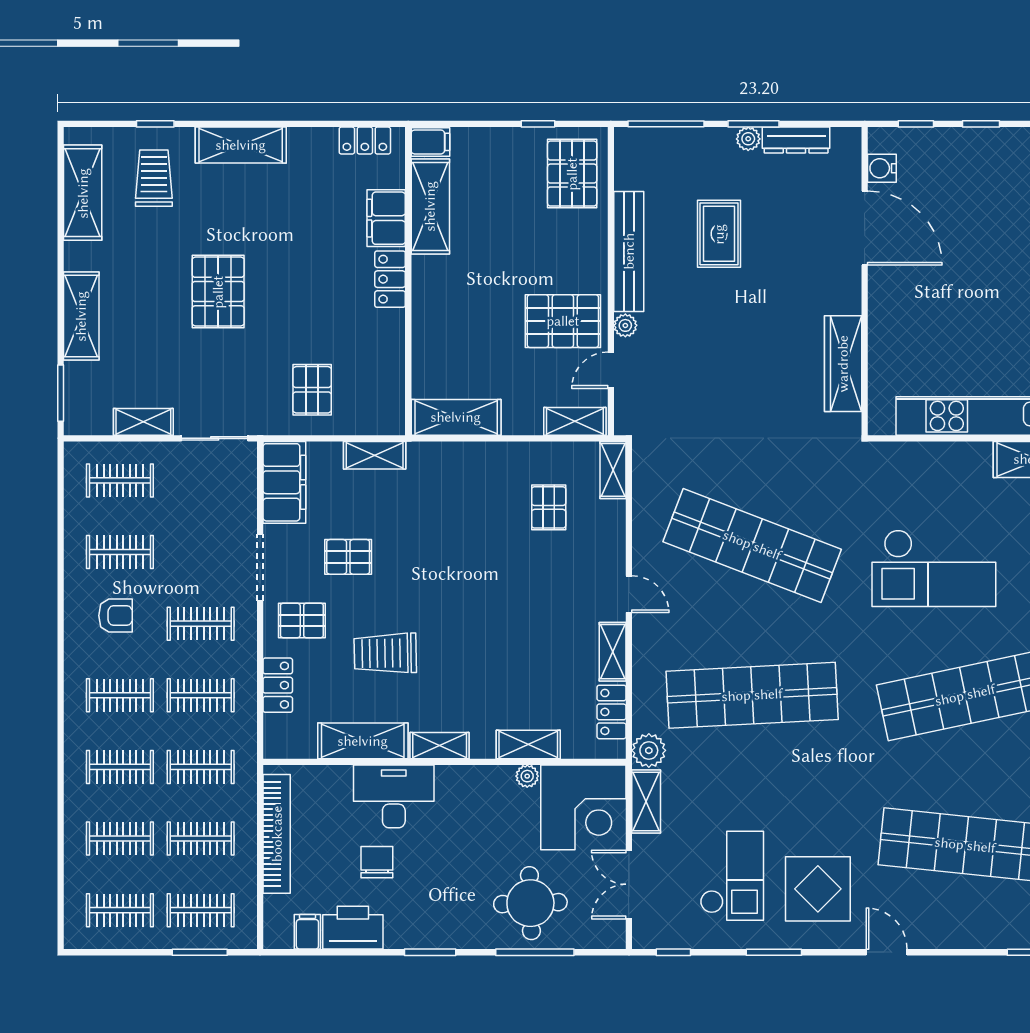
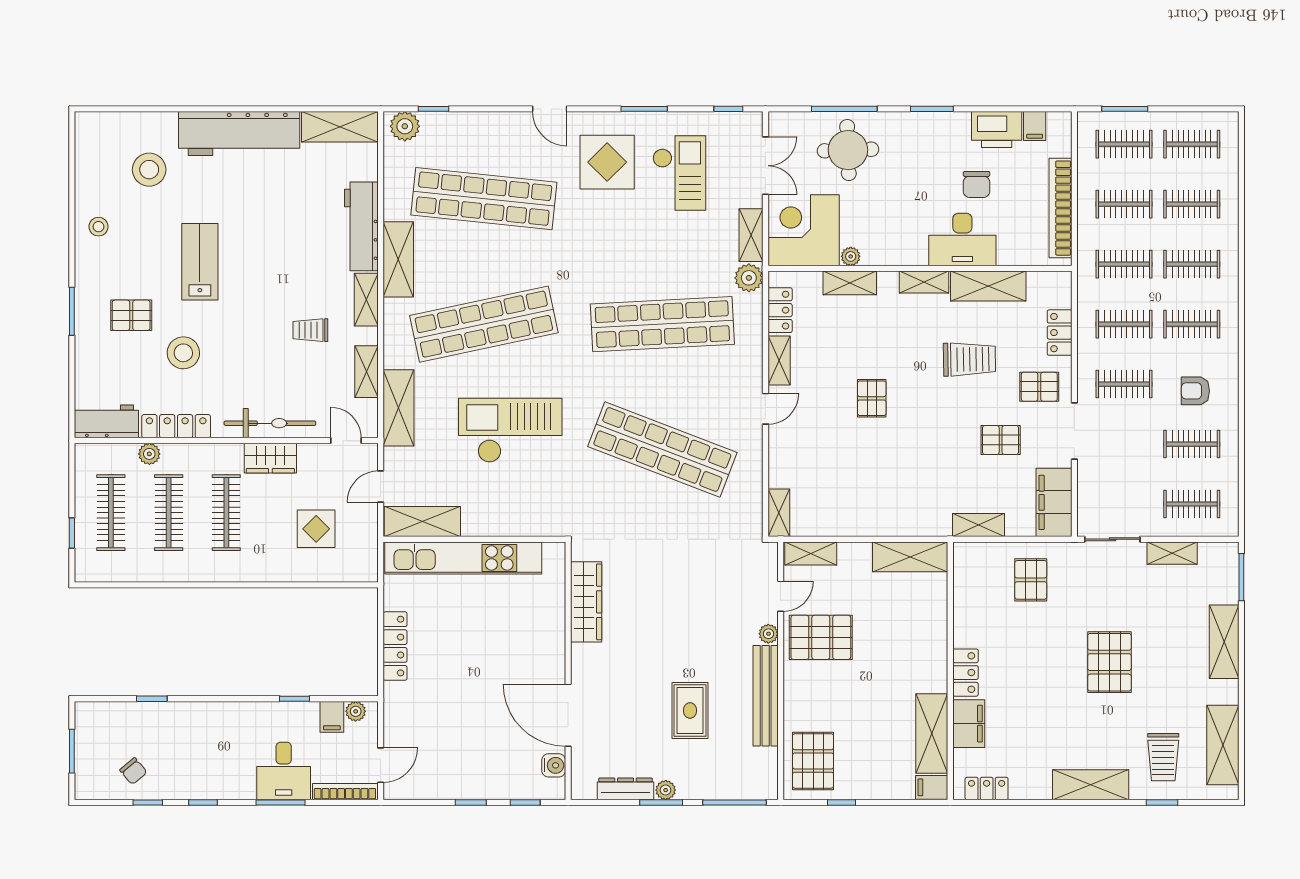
pallet: (549, 507) -> (872, 398), moved
door: (629, 594) -> (765, 409), swing flipped
checkout: (732, 876) -> (679, 173), turned 180

